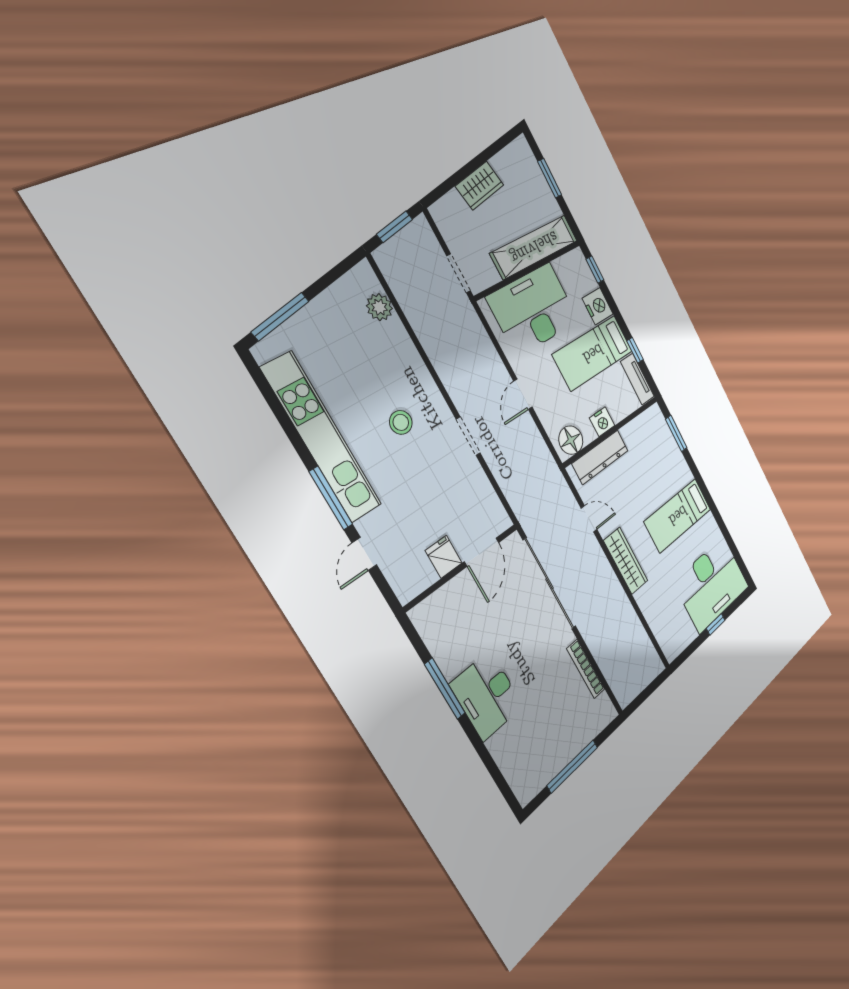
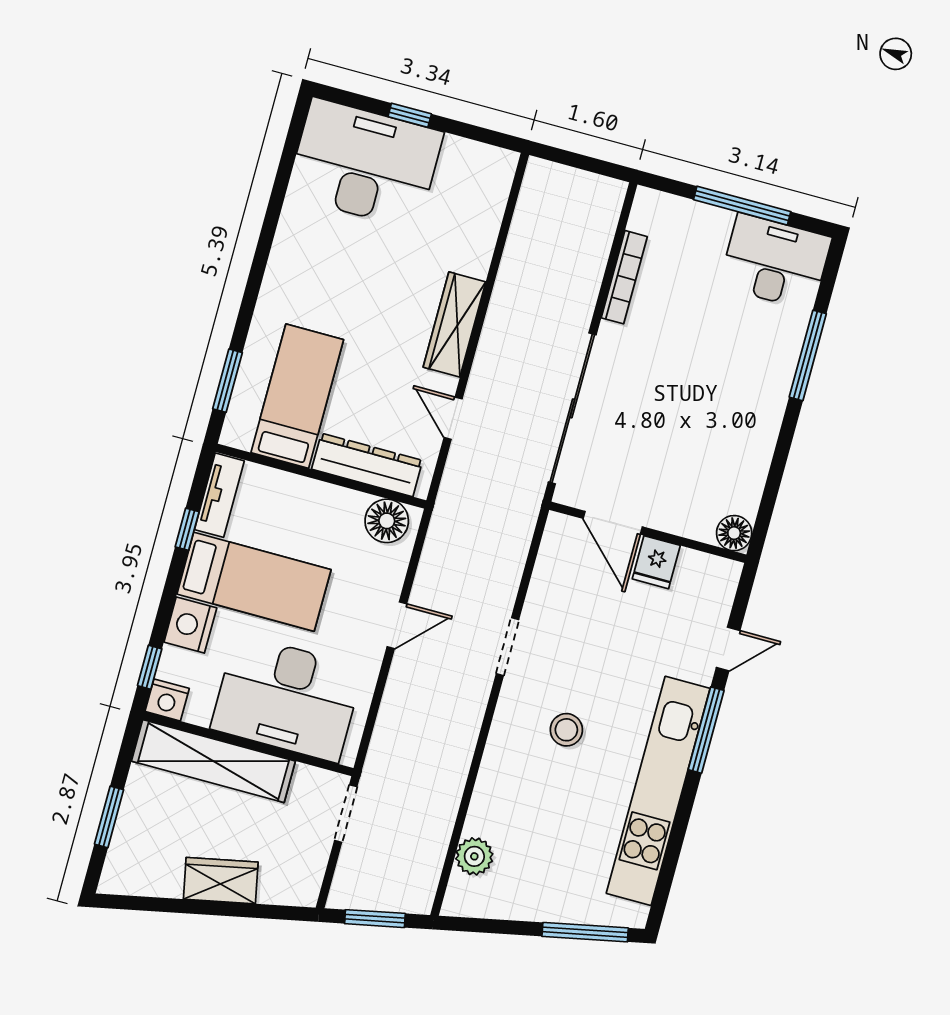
nightstand: (602, 422) -> (167, 700), moved, turned 180
bed: (678, 515) -> (297, 396), moved, turned -90
door: (482, 552) -> (613, 523), swing flipped
floor lamp: (423, 616) -> (734, 533), added
window: (445, 689) -> (808, 355), moved
desk: (487, 695) -> (775, 262), moved, turned -90

